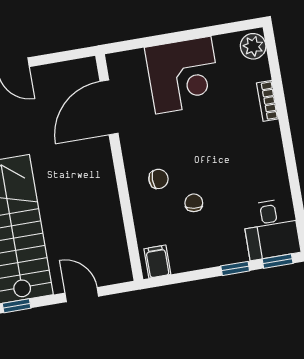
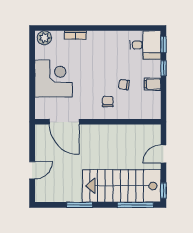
filing cabinet: (157, 262) -> (153, 84), moved

